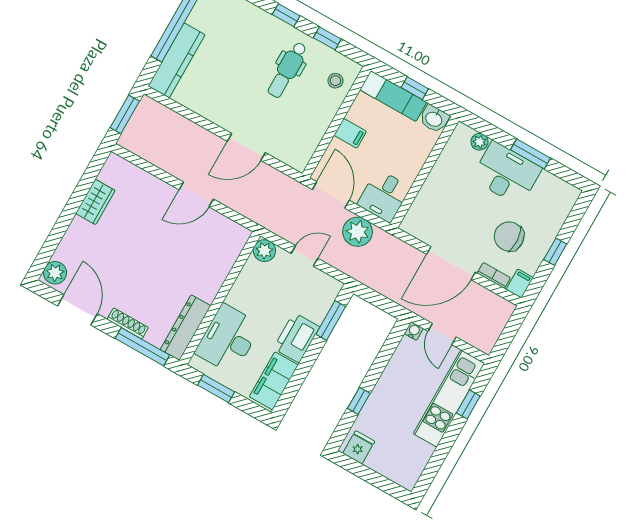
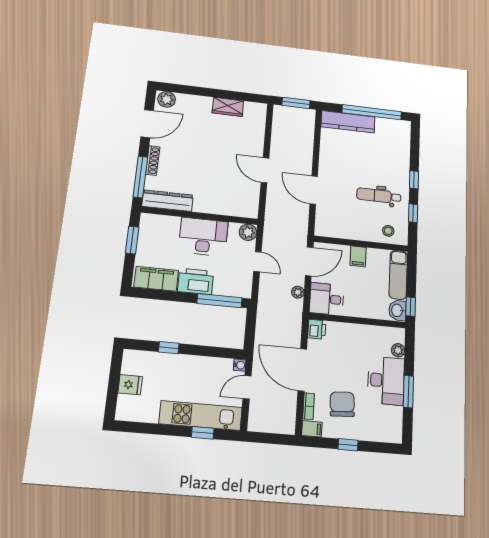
window: (415, 88) -> (411, 307), moved
printer: (413, 224) -> (317, 329), added
plant: (358, 232) -> (298, 292), width x0.53, depth x0.53
window: (331, 320) -> (220, 301), width x1.44
desk: (228, 339) -> (203, 237), moved
fridge: (359, 447) -> (130, 385), moved

